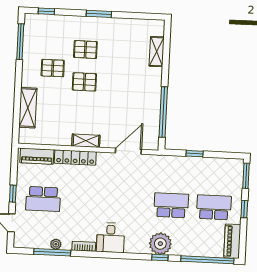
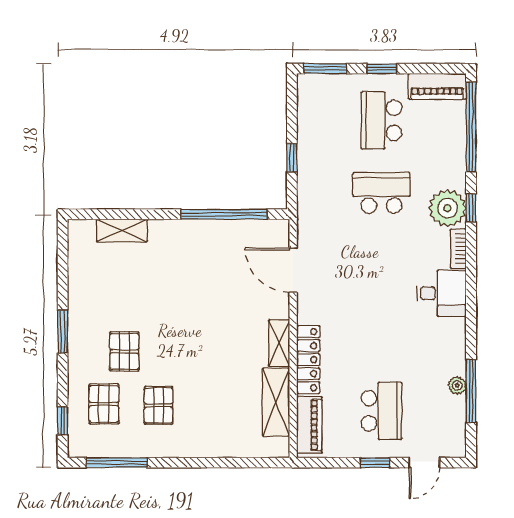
pallet: (84, 82) -> (104, 404), moved
shelving: (28, 108) -> (276, 402), moved, turned 90
school desk: (171, 205) -> (381, 193), turned 90
bookcase: (84, 246) -> (458, 249), moved

